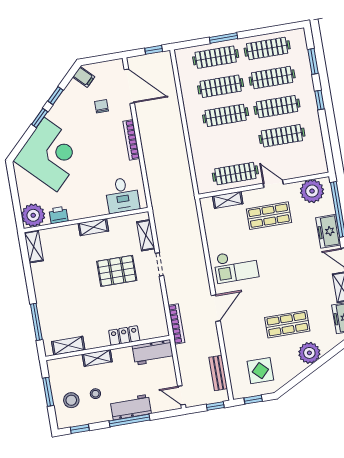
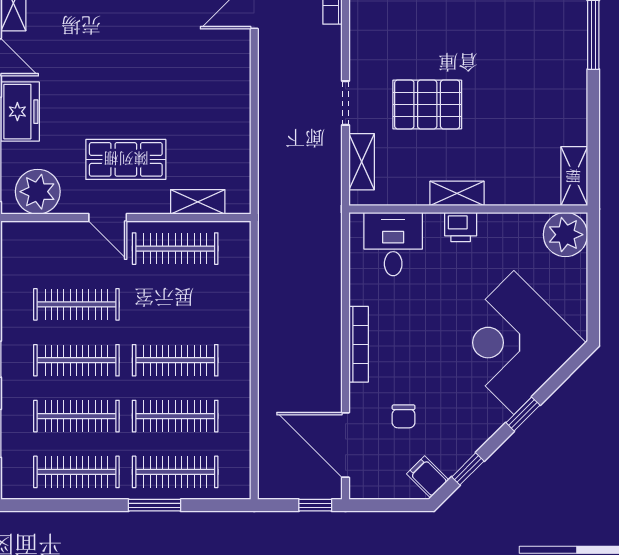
window: (154, 50) -> (315, 505), moved
window: (55, 96) -> (468, 469), moved
printer: (58, 215) -> (461, 227), moved
checkout: (236, 266) -> (203, 76), removed

